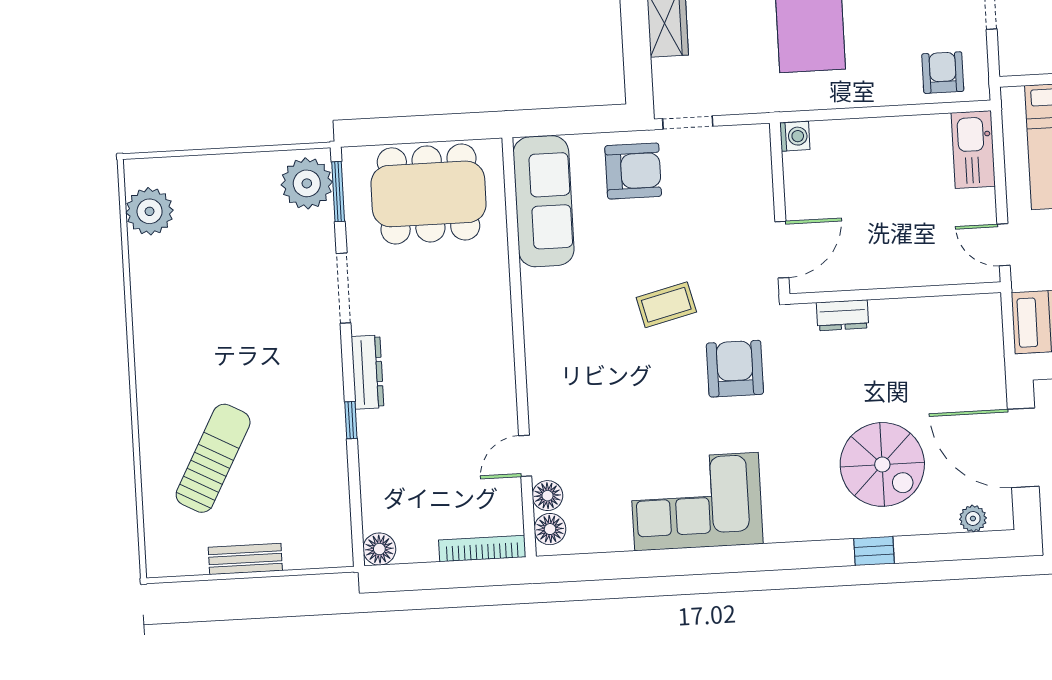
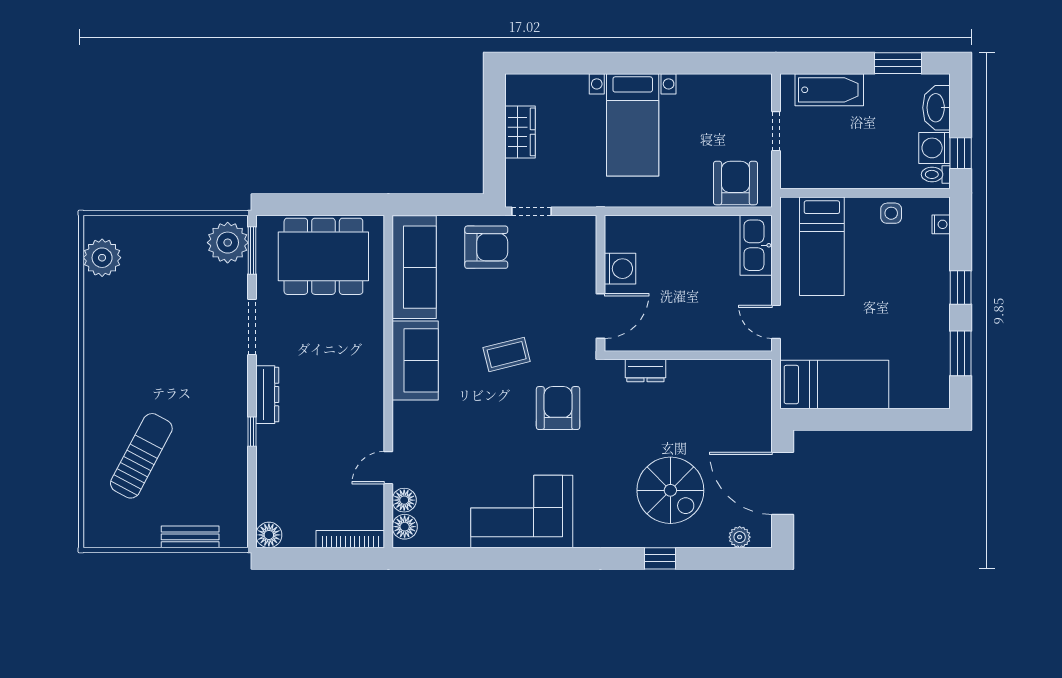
armchair: (943, 73) -> (735, 183), width x1.38, depth x1.38
washing machine: (795, 136) -> (620, 269), moved, width x1.38, depth x1.38
sofa: (551, 319) -> (415, 360), added
bench: (245, 559) -> (190, 537), moved

